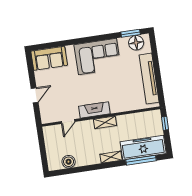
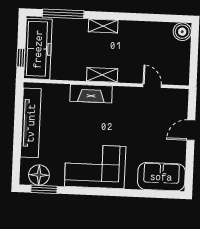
fireplace: (94, 110) -> (91, 94), moved
door: (68, 121) -> (152, 86), hinge flipped
freezer: (143, 148) -> (38, 49), moved, turned -90
boiler: (69, 162) -> (182, 32), moved

